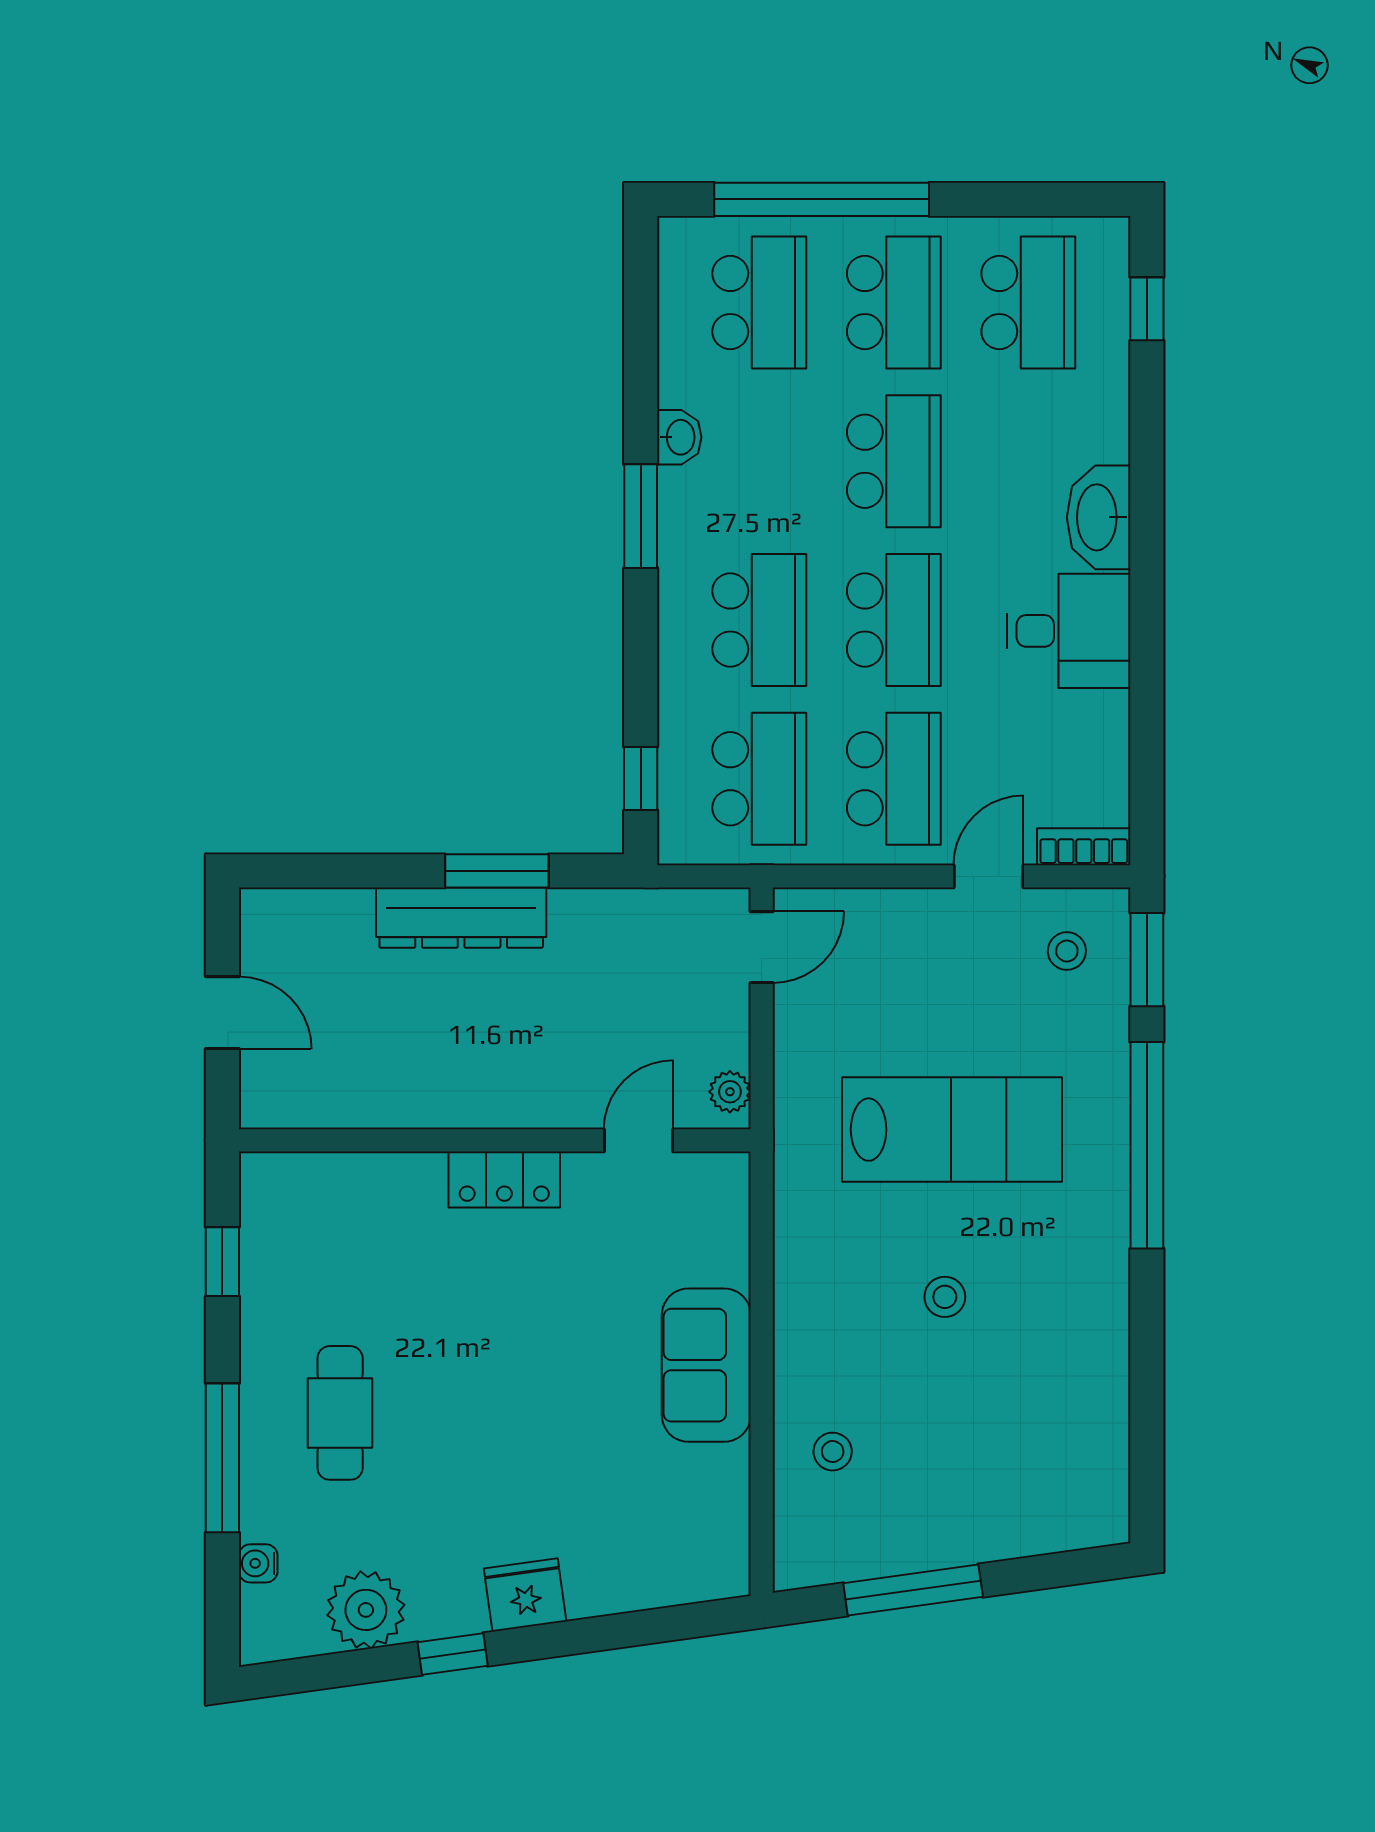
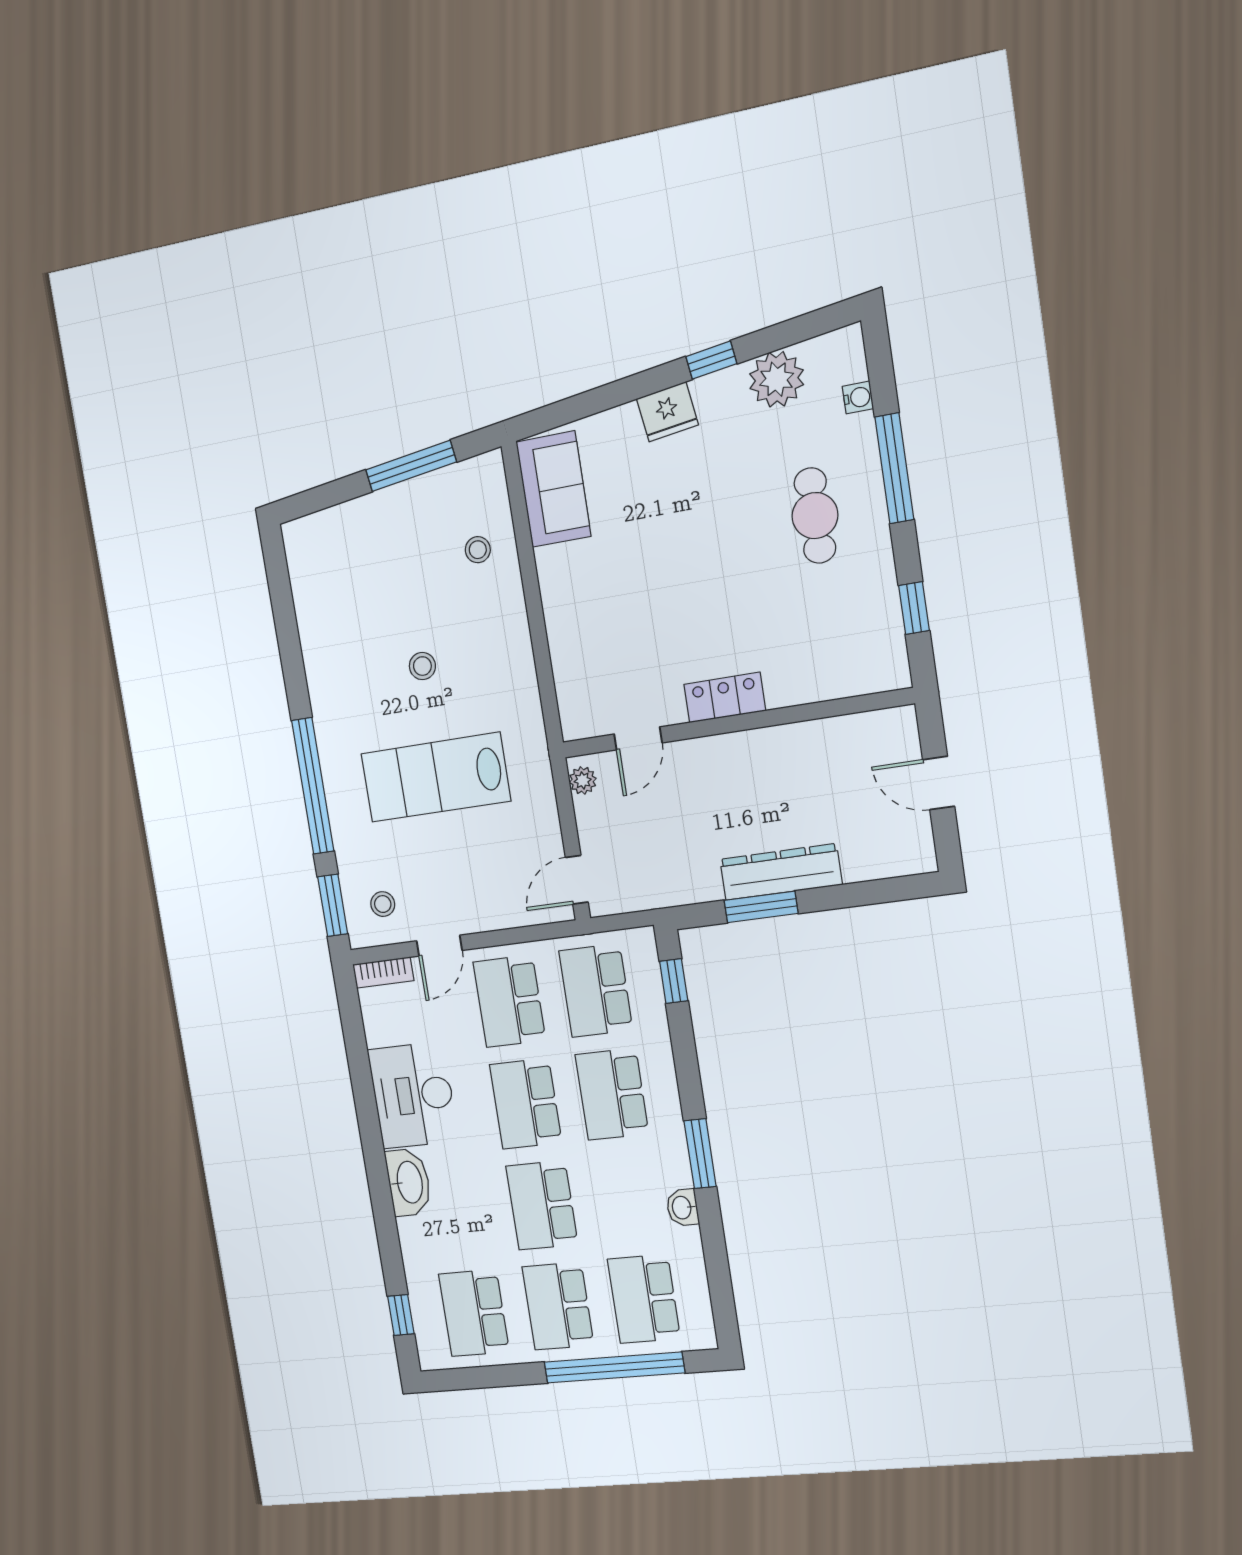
desk: (1069, 631) -> (413, 1095), width x1.37
sofa: (706, 1365) -> (553, 489), moved

